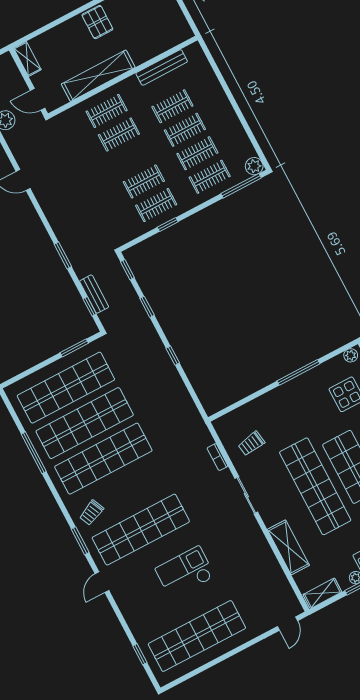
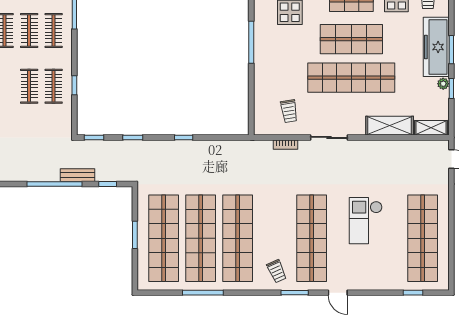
window: (63, 255) -> (55, 184), width x2.11
bench: (94, 294) -> (78, 175), moved
window: (74, 348) -> (135, 235), moved
shelving: (322, 593) -> (431, 128), moved, turned 90

